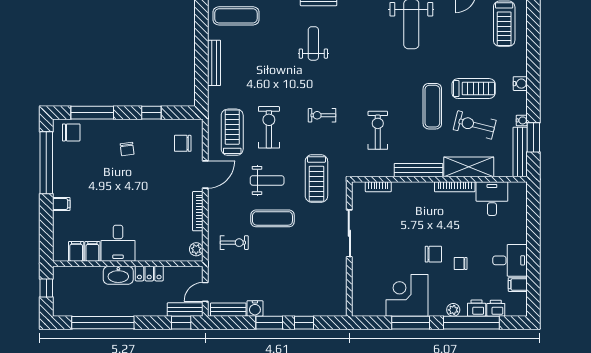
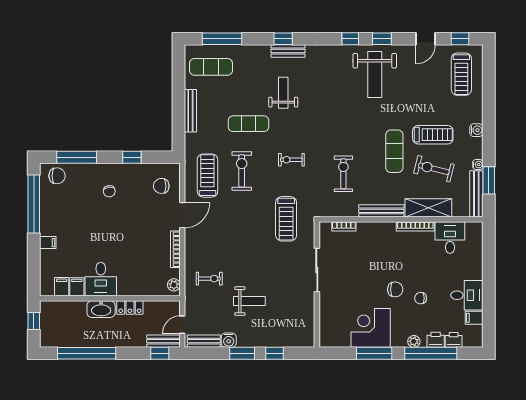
weight bench: (267, 180) -> (249, 301), moved
exercise mat: (272, 218) -> (248, 124), moved

